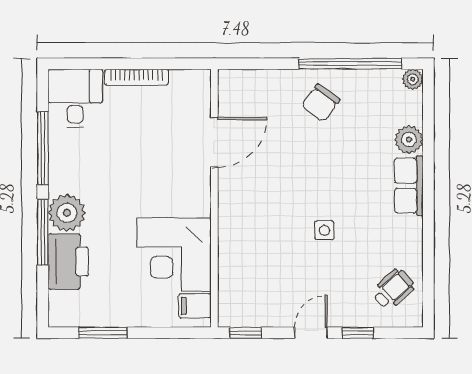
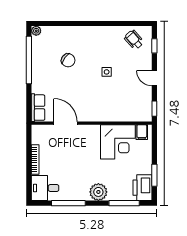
chair: (321, 103) -> (68, 60), moved
plant: (409, 139) -> (64, 33), removed
row of seats: (409, 186) -> (38, 108), moved, turned -90
window: (43, 232) -> (124, 203), moved
printer: (68, 262) -> (142, 188), moved, turned -90
window: (358, 333) -> (154, 46), moved

